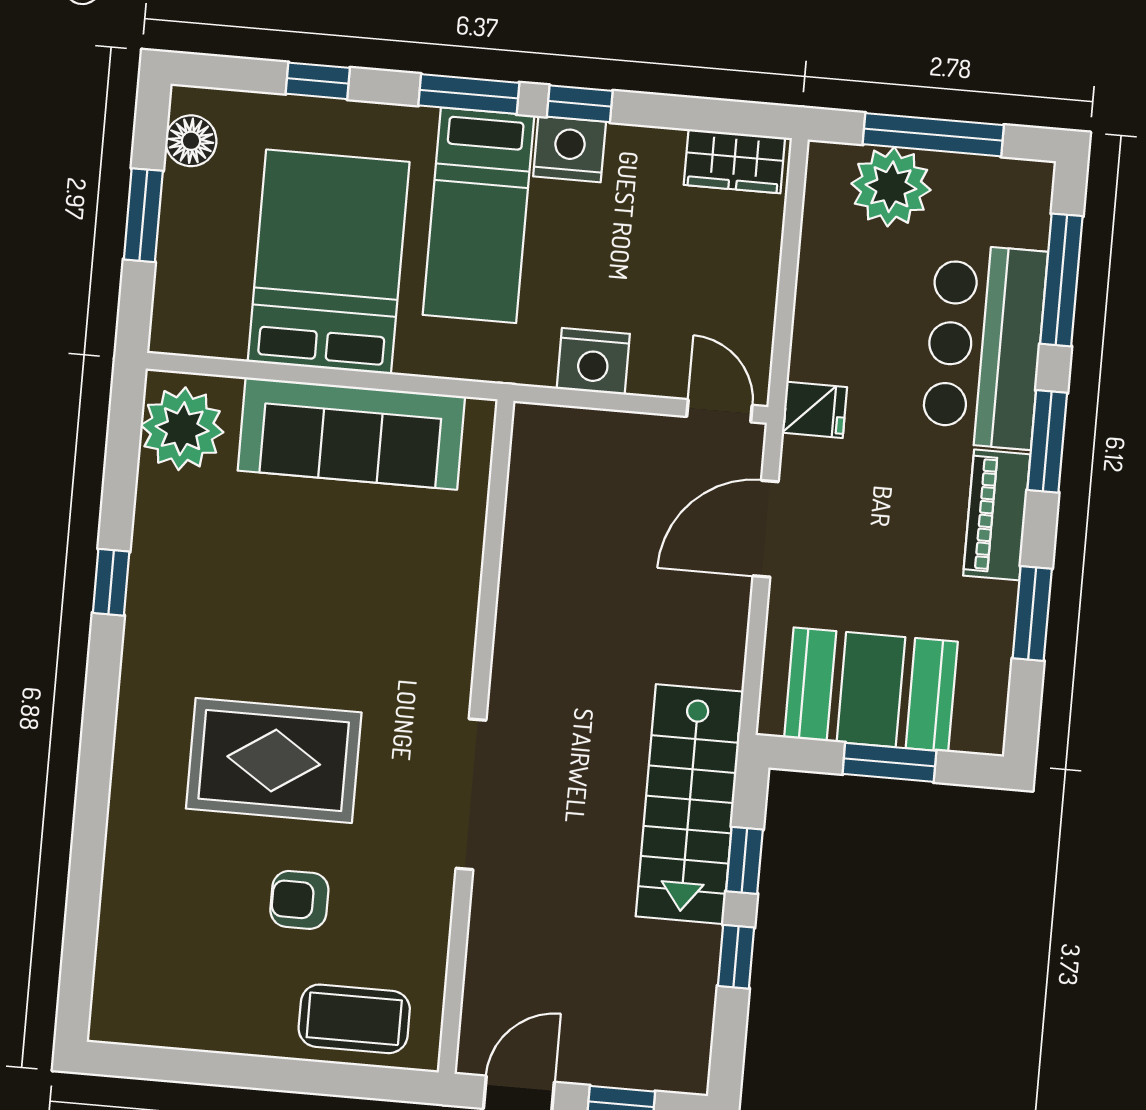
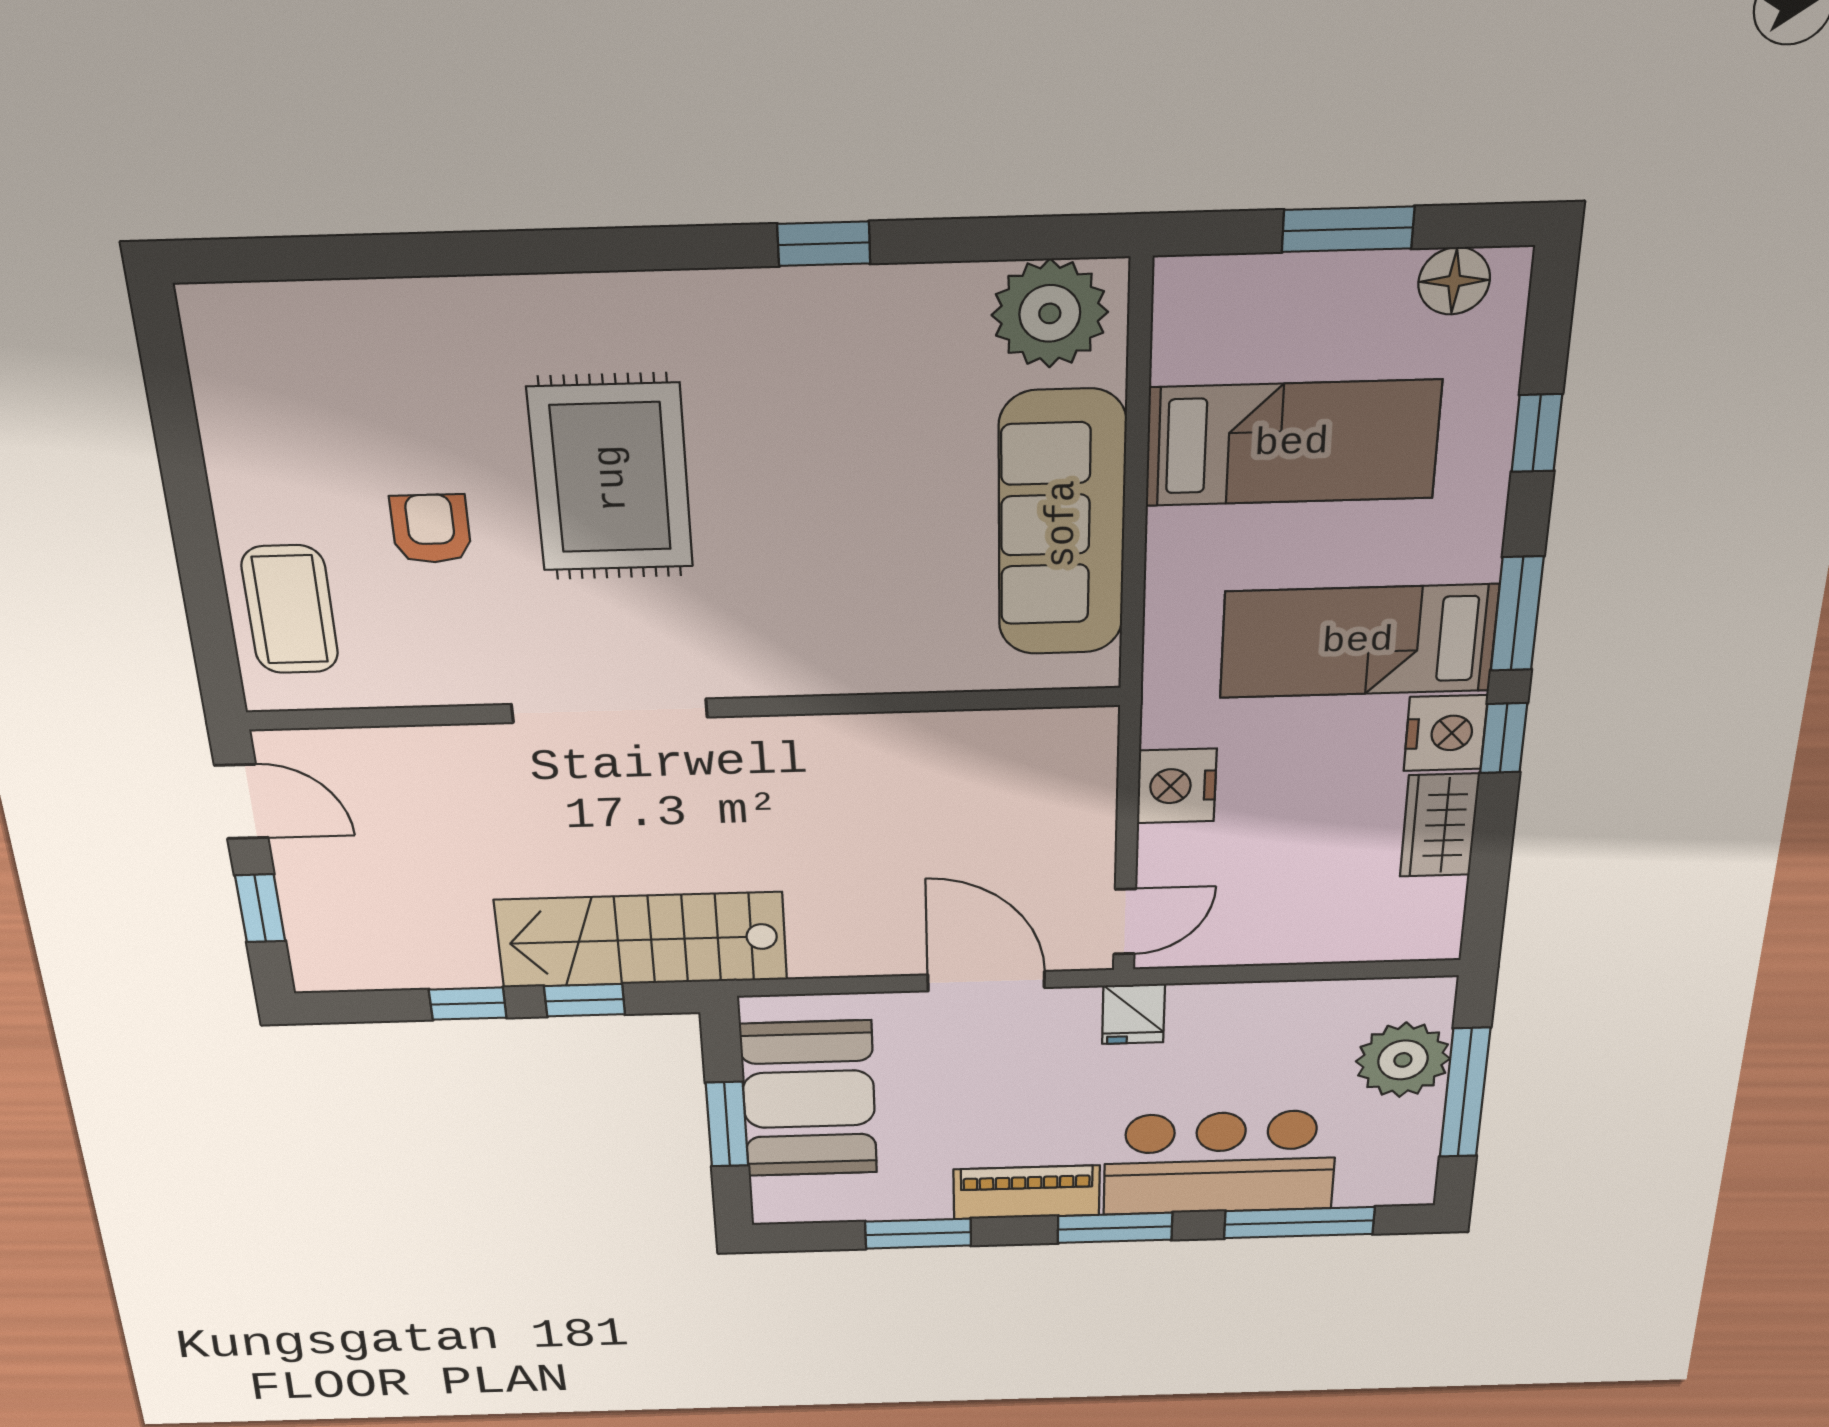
wardrobe: (734, 161) -> (1440, 825), moved
bed: (329, 262) -> (1292, 443), width x0.67

